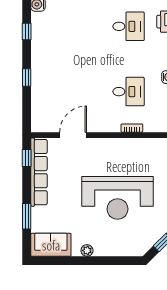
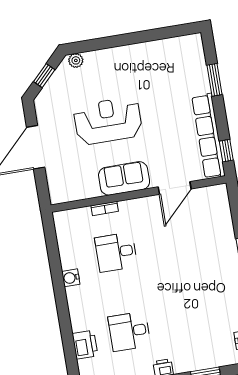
reception desk: (118, 198) -> (108, 121), width x0.74, depth x0.77
sofa: (51, 245) -> (124, 178), moved, turned 180
plant: (87, 250) -> (76, 60), moved

